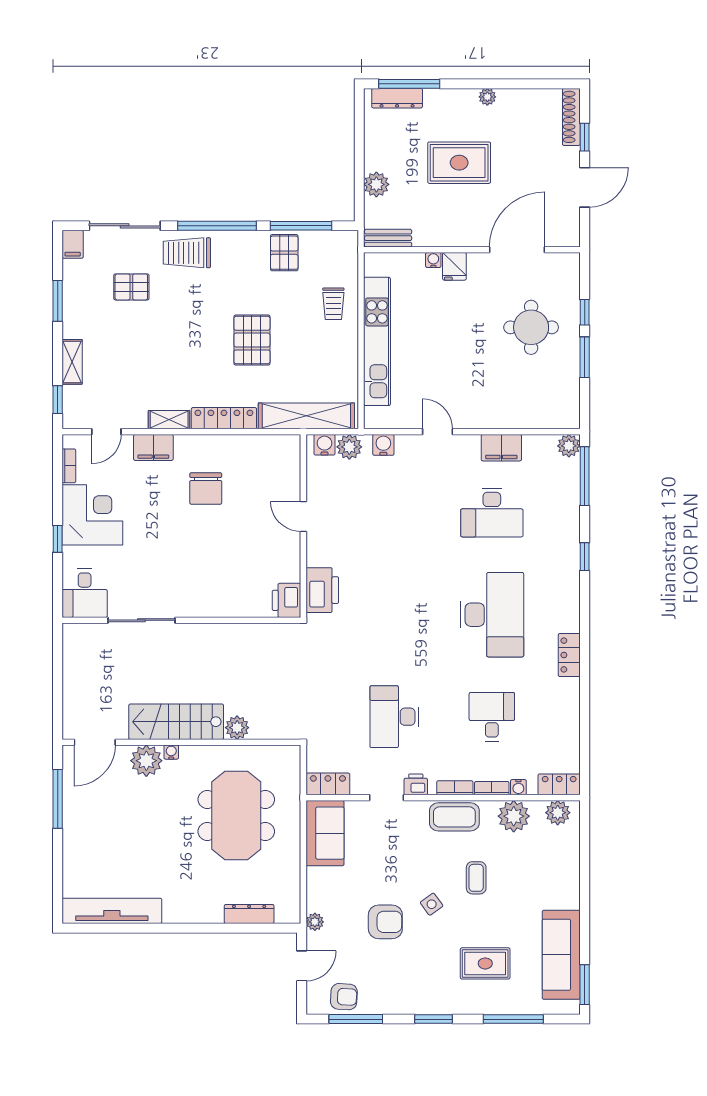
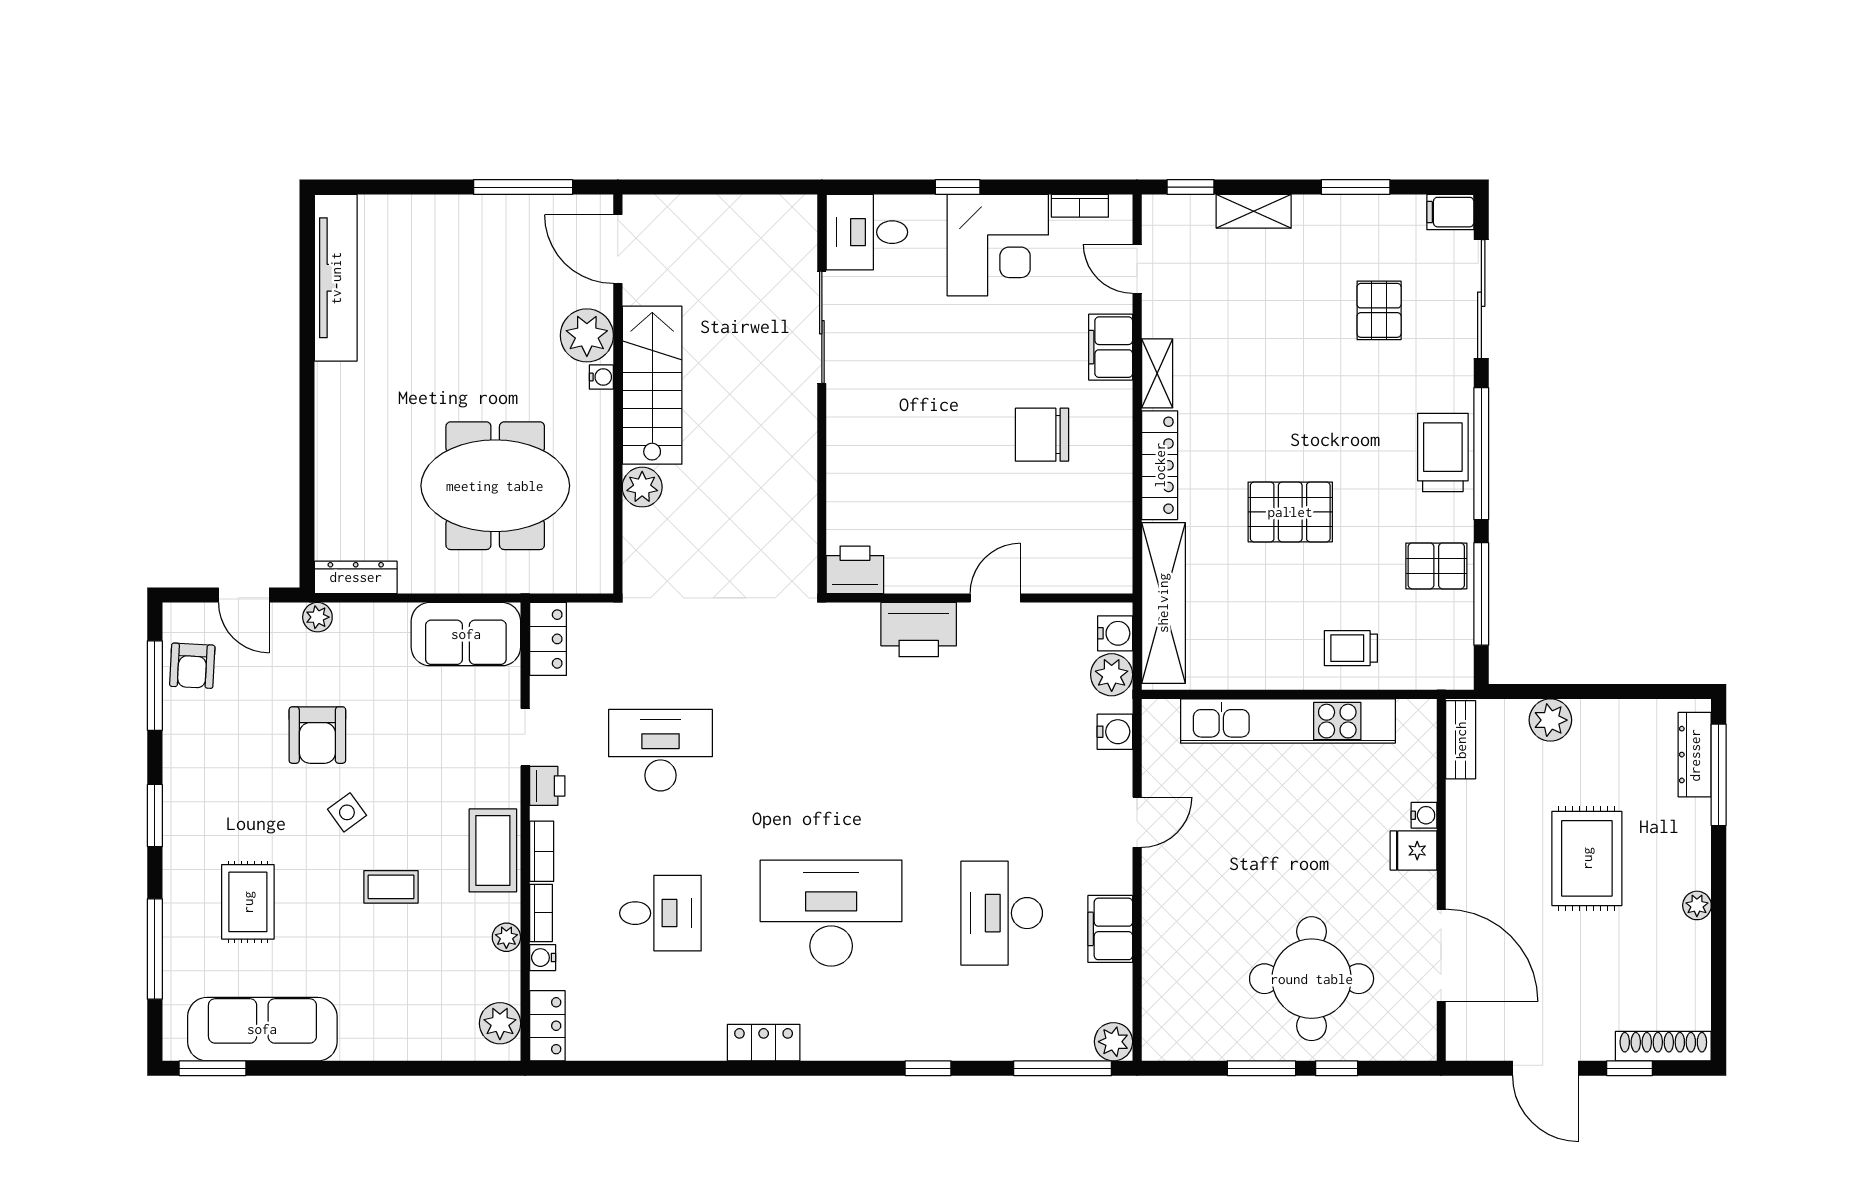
trolley: (187, 253) -> (1443, 453), moved
round table: (531, 327) -> (1312, 979), width x1.36, depth x1.36
printer: (322, 590) -> (919, 630), moved
desk: (492, 615) -> (831, 913), turned 180
plant: (514, 816) -> (506, 937), width x0.53, depth x0.53
dresser: (249, 914) -> (356, 577), moved, turned -90

